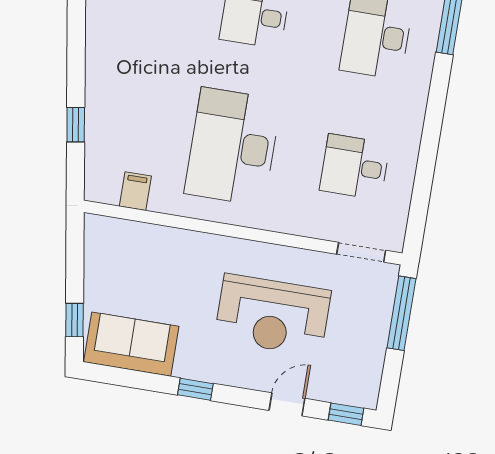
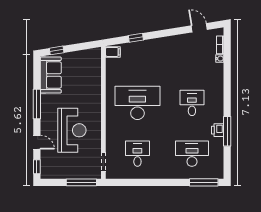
filing cabinet: (135, 191) -> (113, 52), moved
reception desk: (273, 315) -> (72, 130), turned 180
window: (195, 389) -> (37, 104), width x2.17

